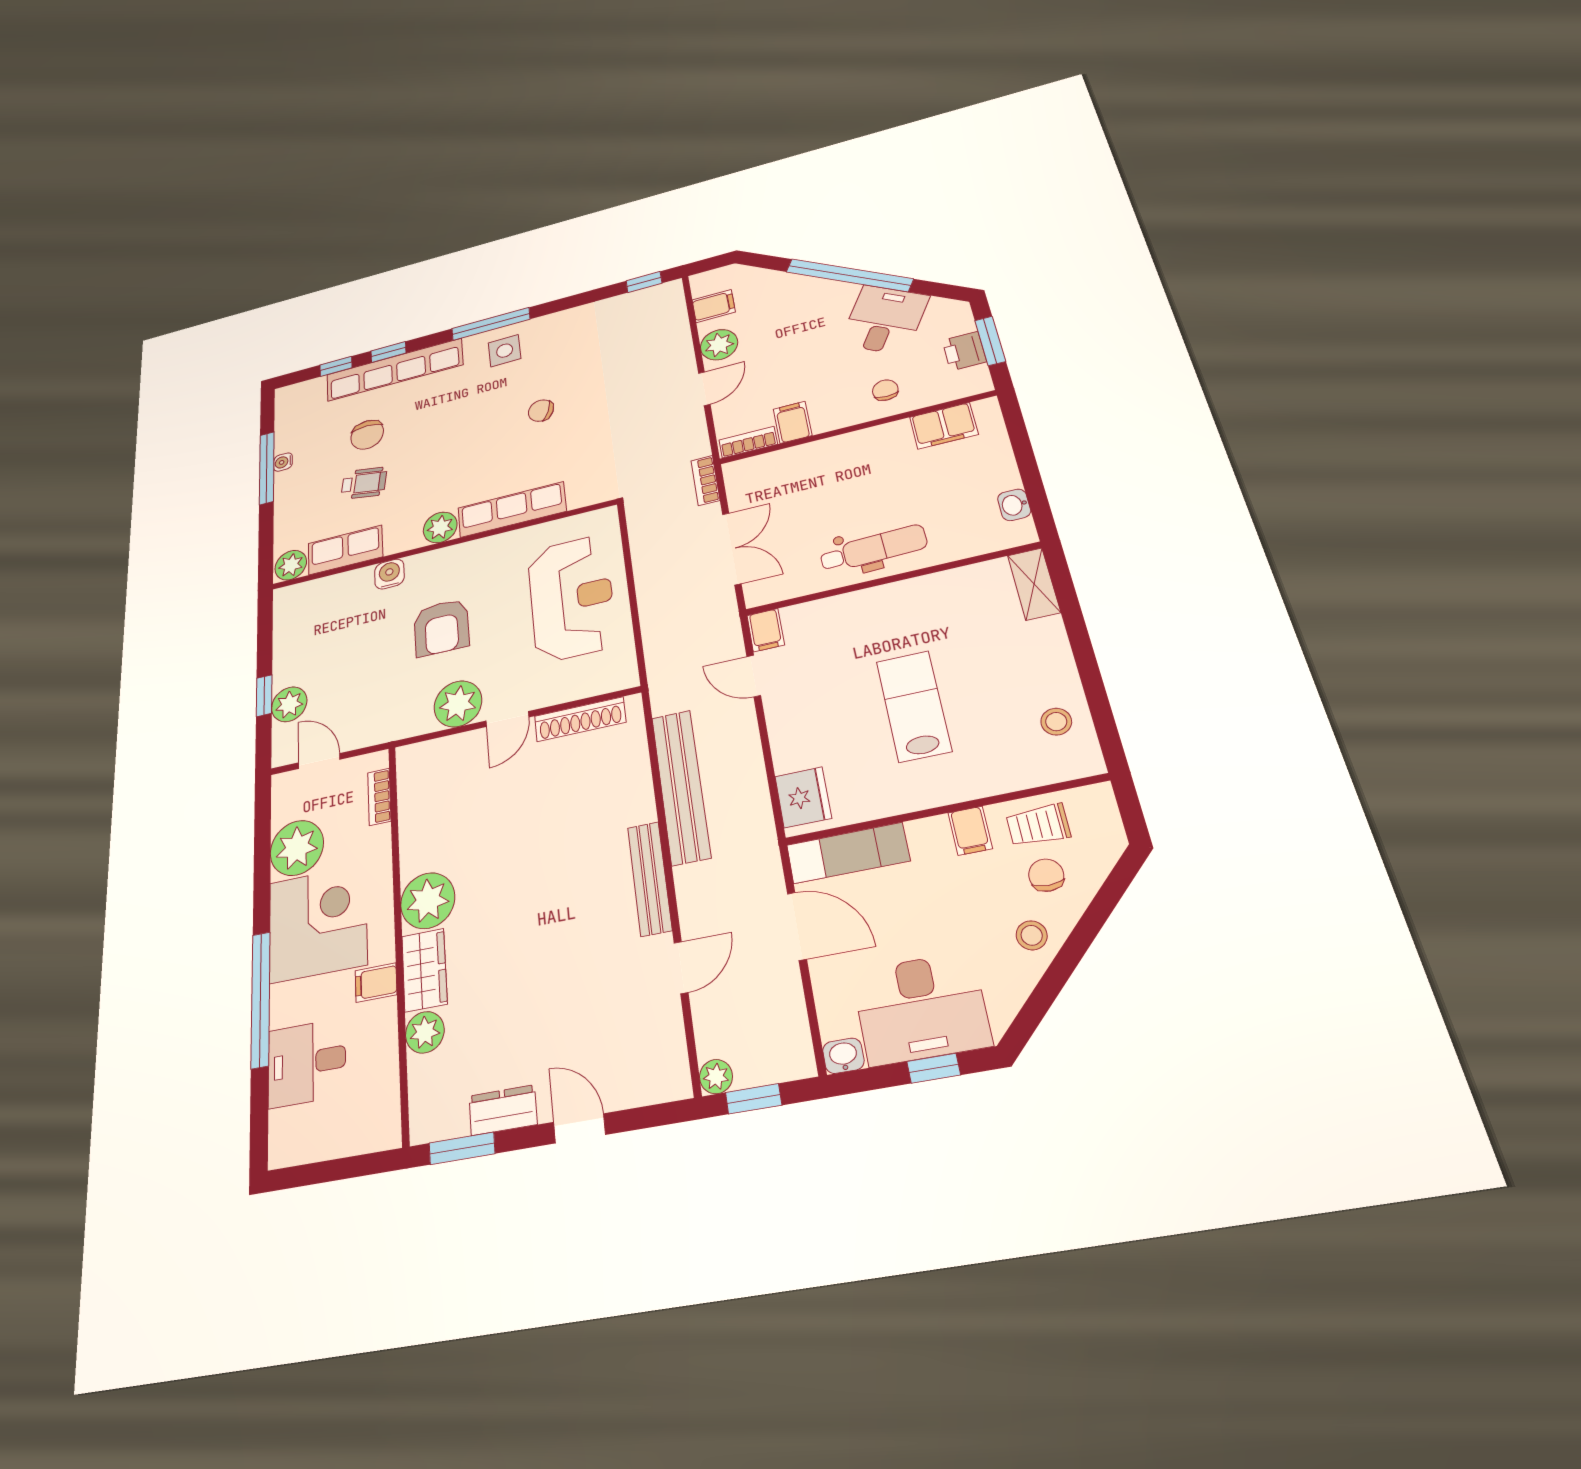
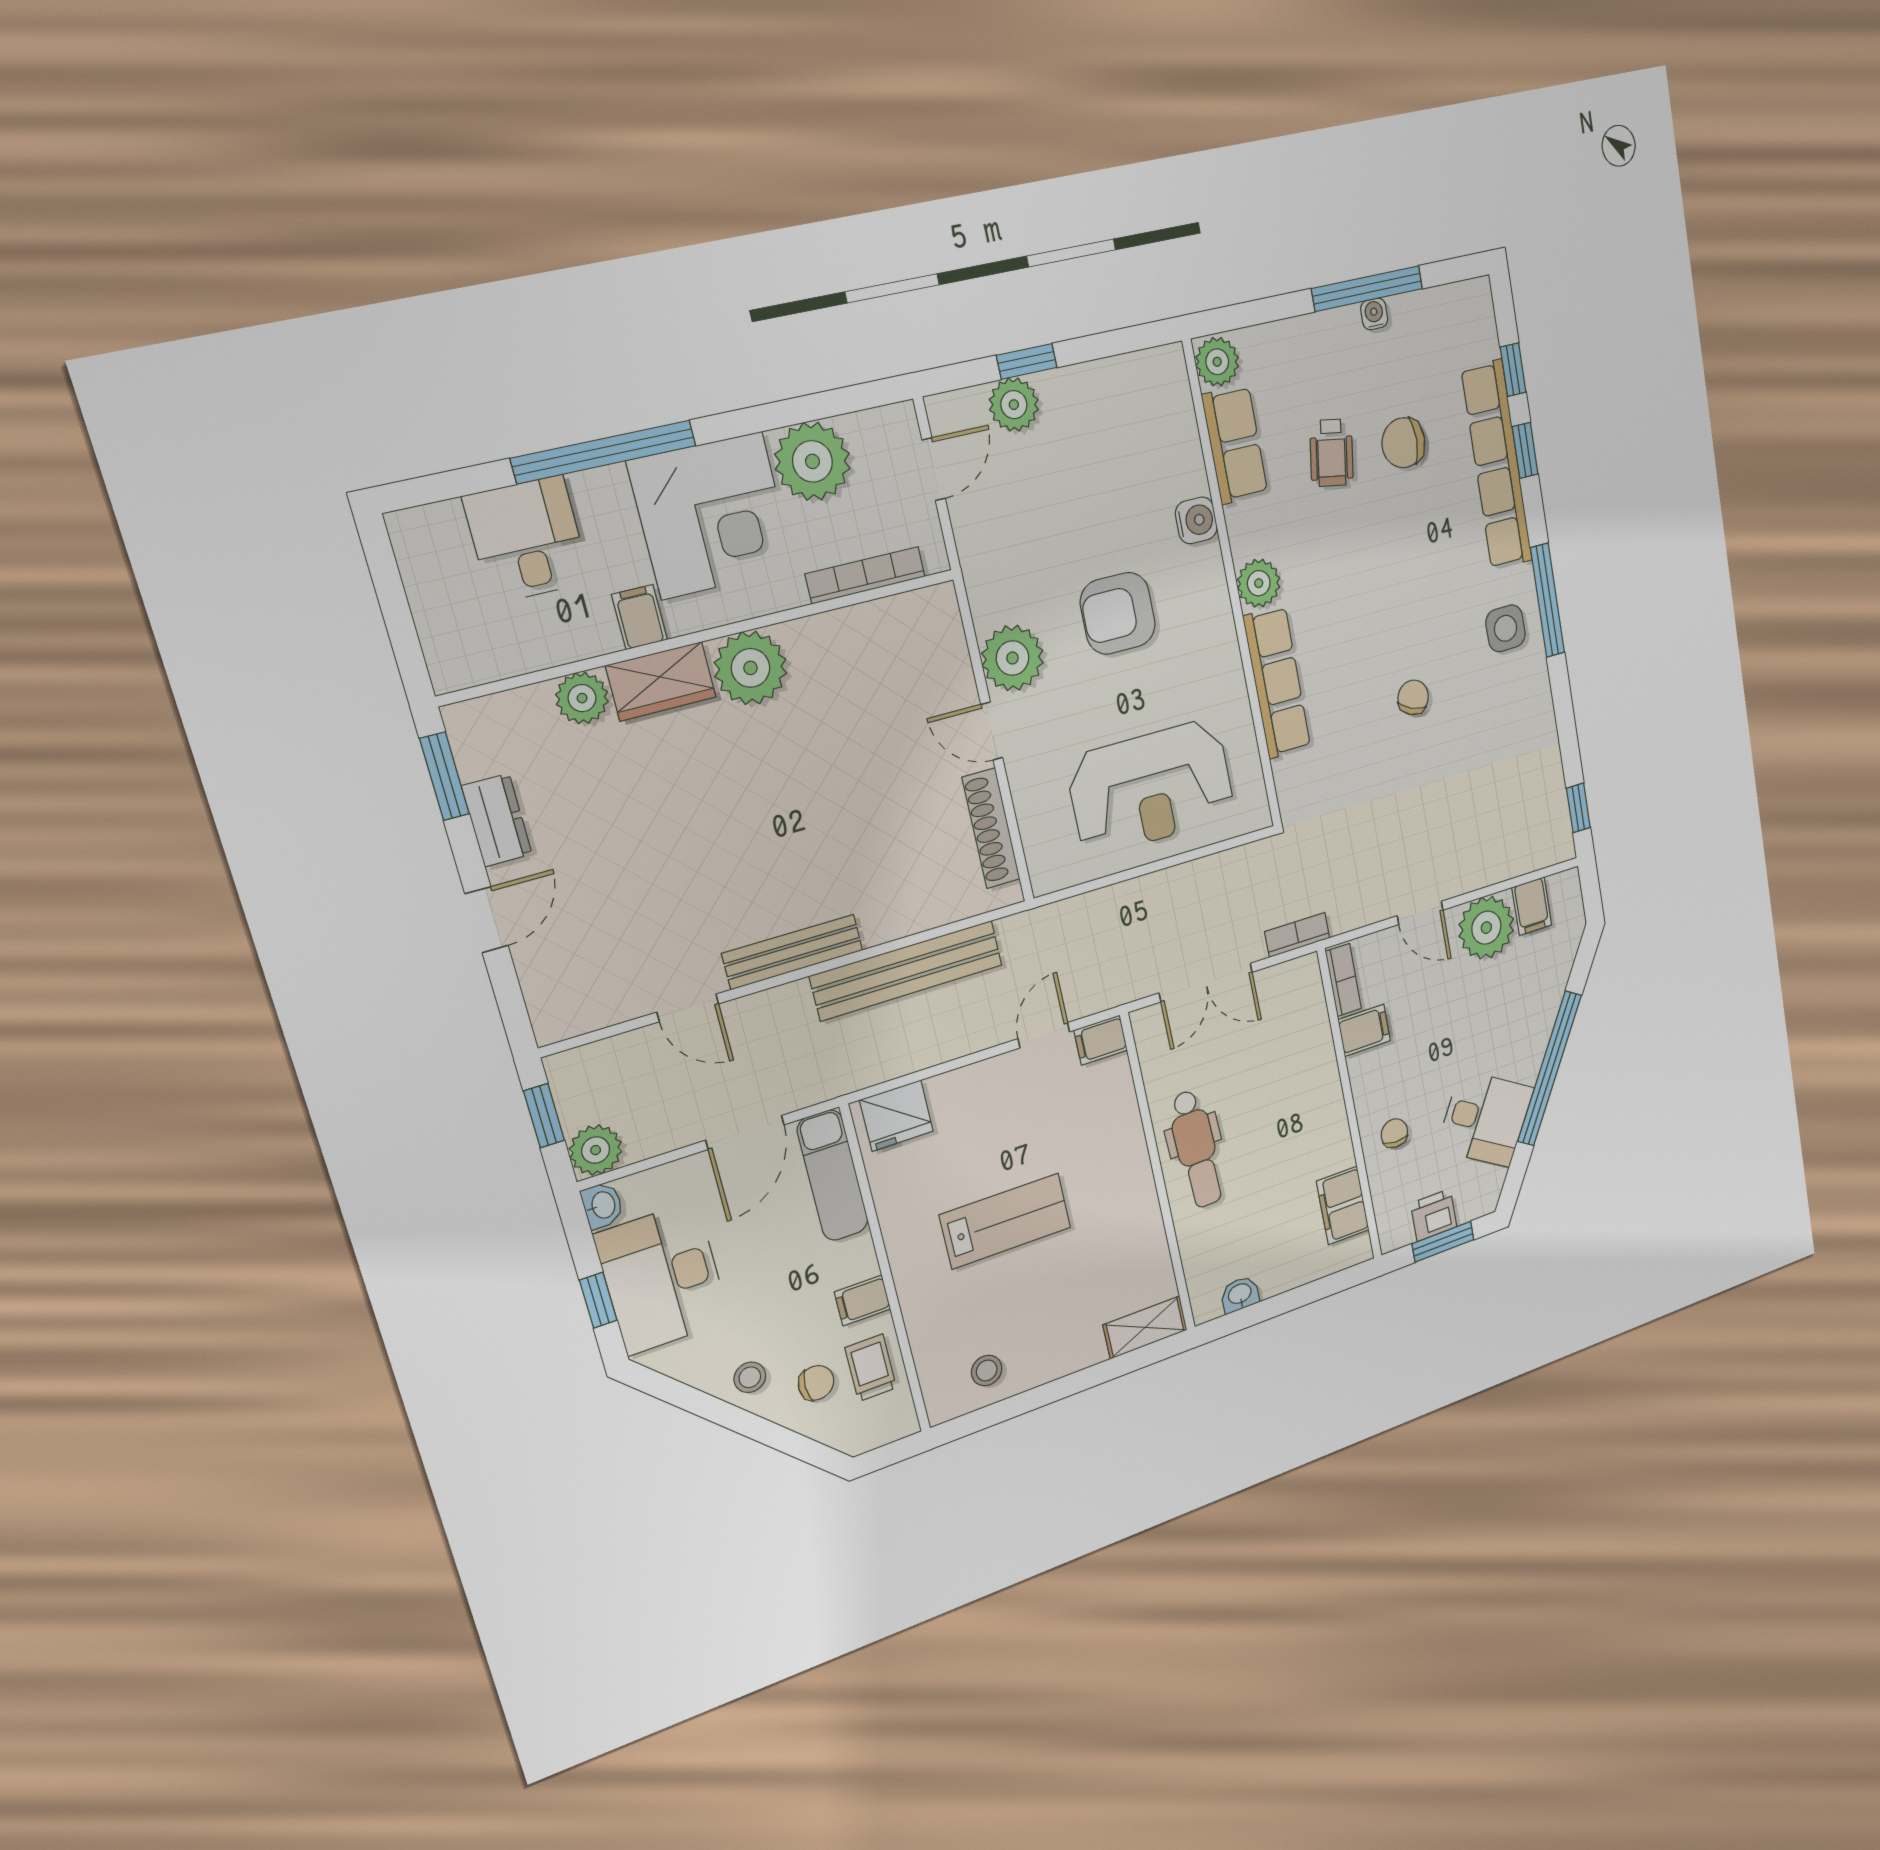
plant: (719, 345) -> (1486, 928), width x1.36, depth x1.36
chair: (885, 390) -> (1394, 1133), turned -88
bookcase: (379, 797) -> (865, 575), width x1.56
plant: (716, 1077) -> (596, 1150), moved, width x1.38, depth x1.38

